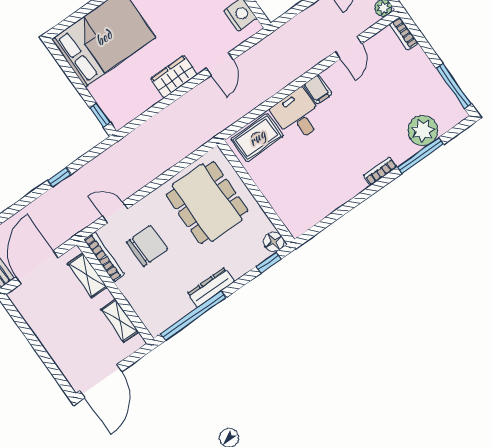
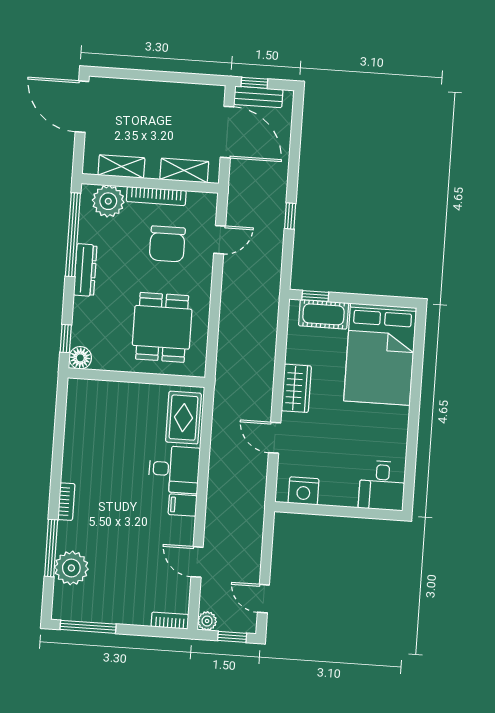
cot: (108, 99) -> (324, 314), added
dining table: (207, 203) -> (162, 327), width x0.73
bookcase: (104, 257) -> (156, 196), moved
plant: (151, 310) -> (108, 201), added

